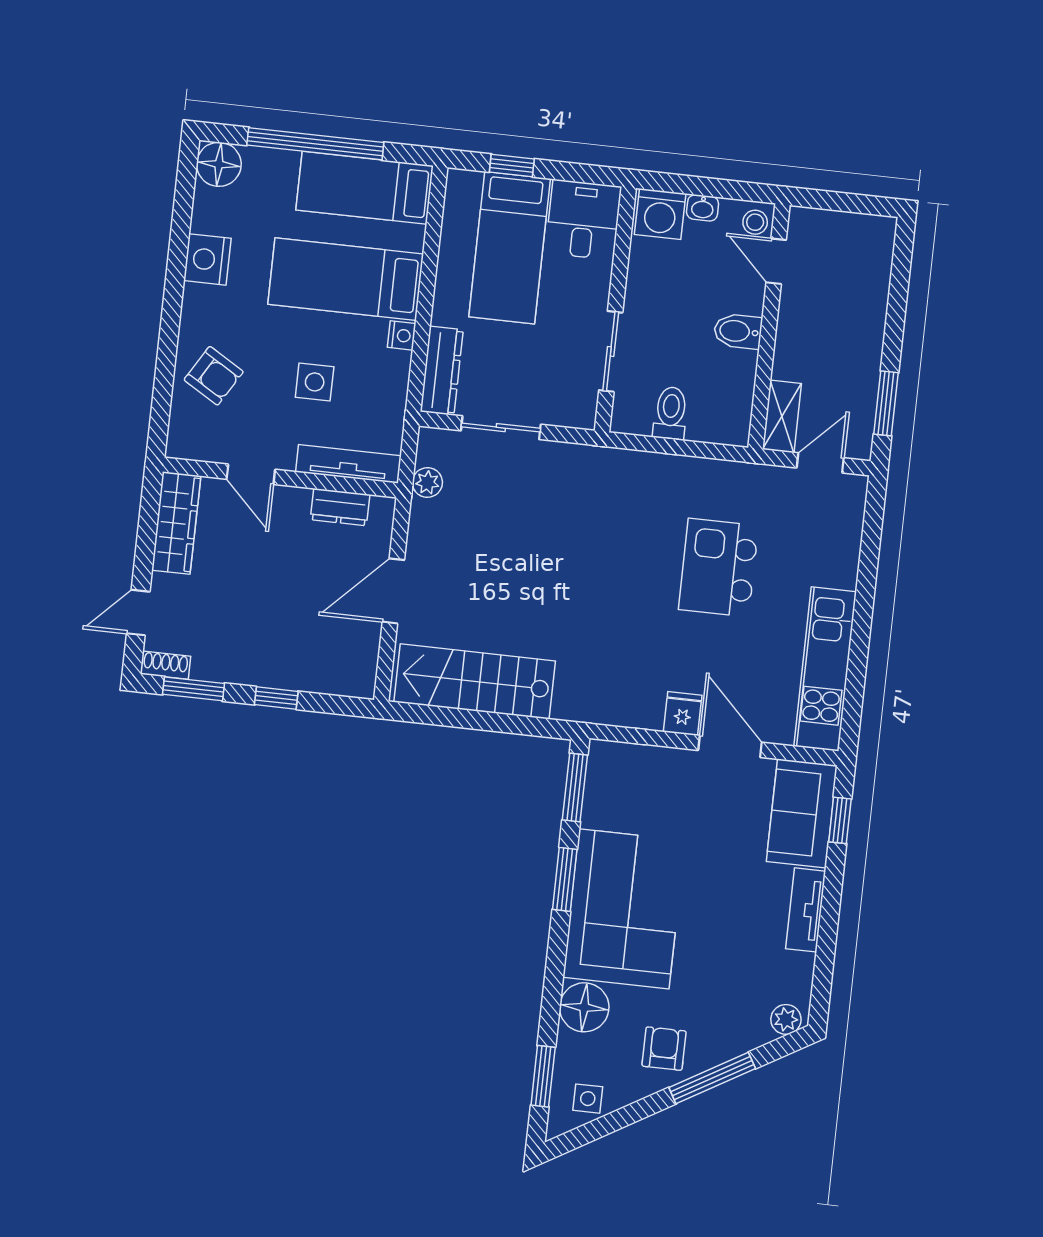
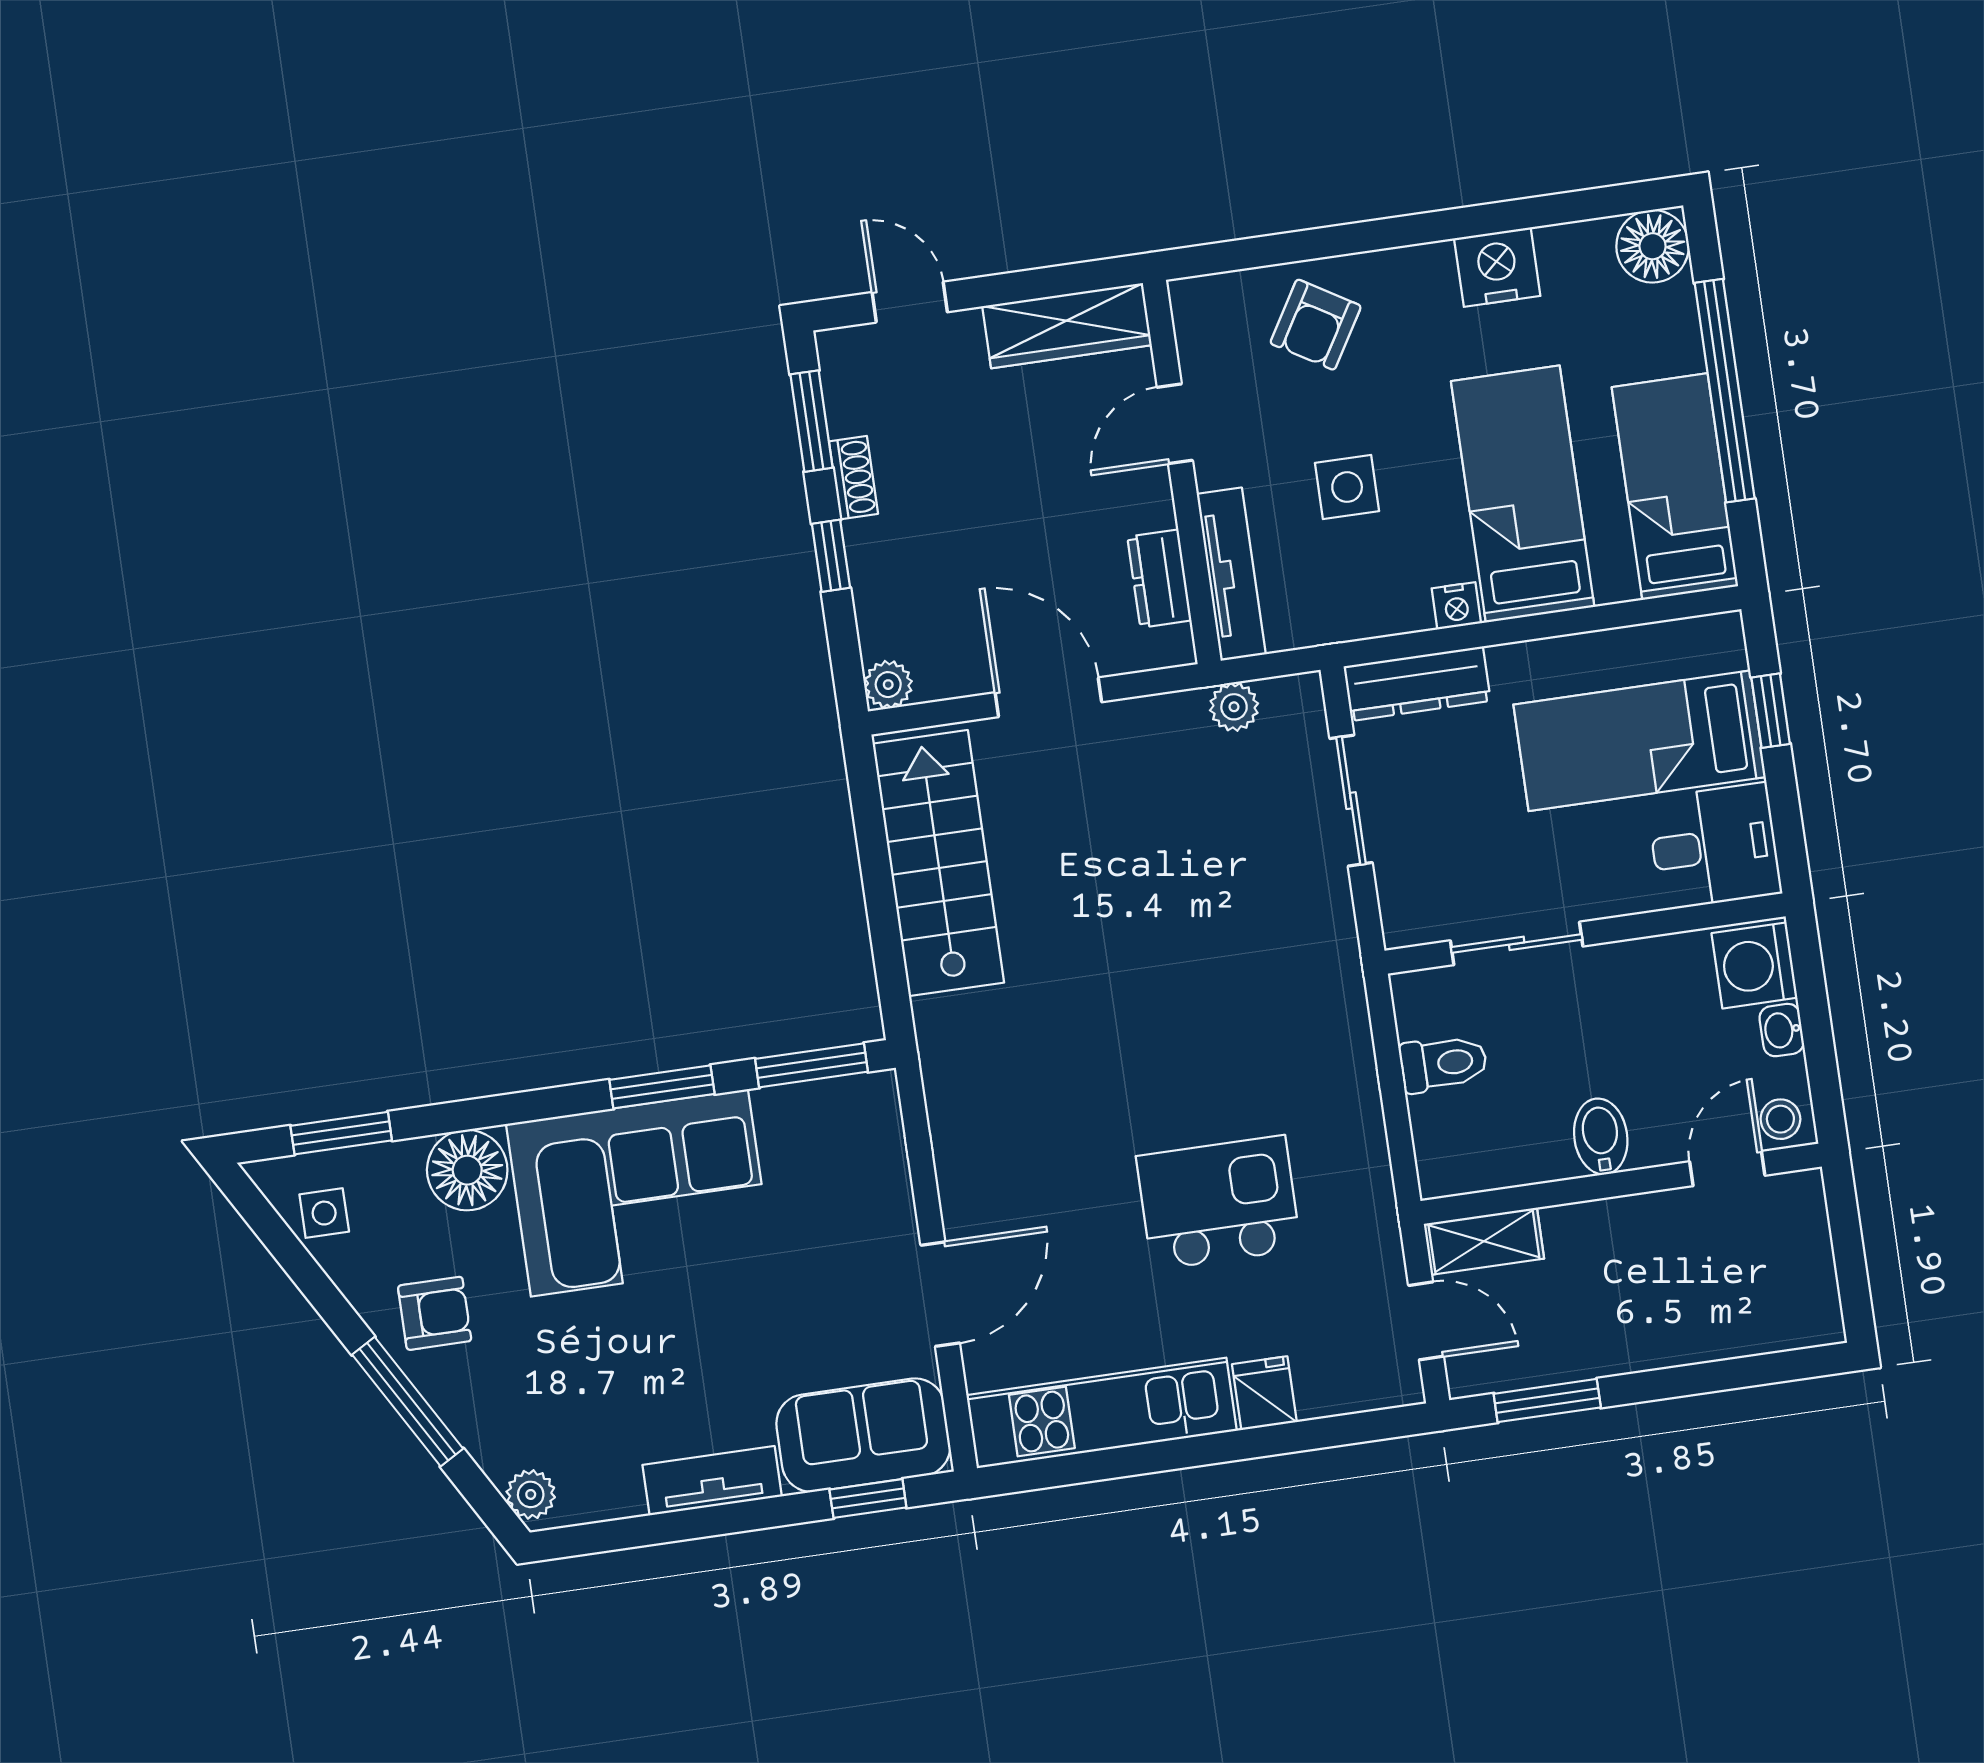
shoe rack: (165, 665) -> (853, 478), moved
plant: (361, 684) -> (888, 685), added
fridge: (683, 714) -> (1264, 1393), moved, turned -90

